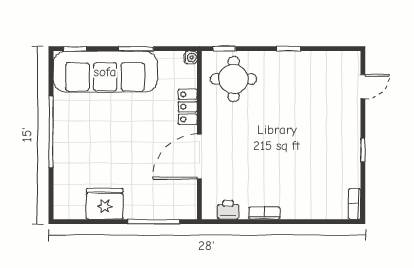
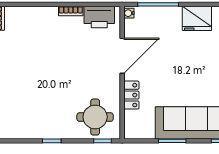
water cooler: (191, 57) -> (129, 13), moved
printer: (228, 210) -> (99, 17), width x1.87, depth x1.48

